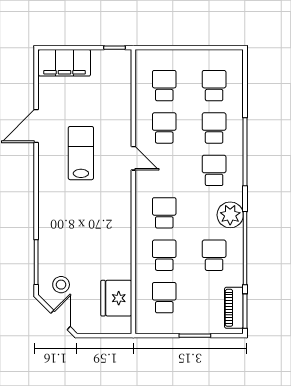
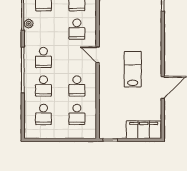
lab bench: (81, 153) -> (133, 69), turned 180
door: (133, 158) -> (98, 55), moved
plant: (230, 215) -> (29, 24), width x0.53, depth x0.53

